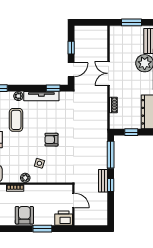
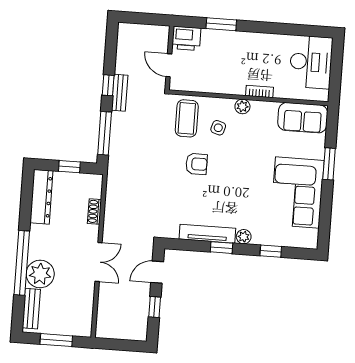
window: (53, 88) -> (221, 248), moved
coffee table: (16, 120) -> (187, 118), moved
armchair: (24, 215) -> (248, 47), removed

